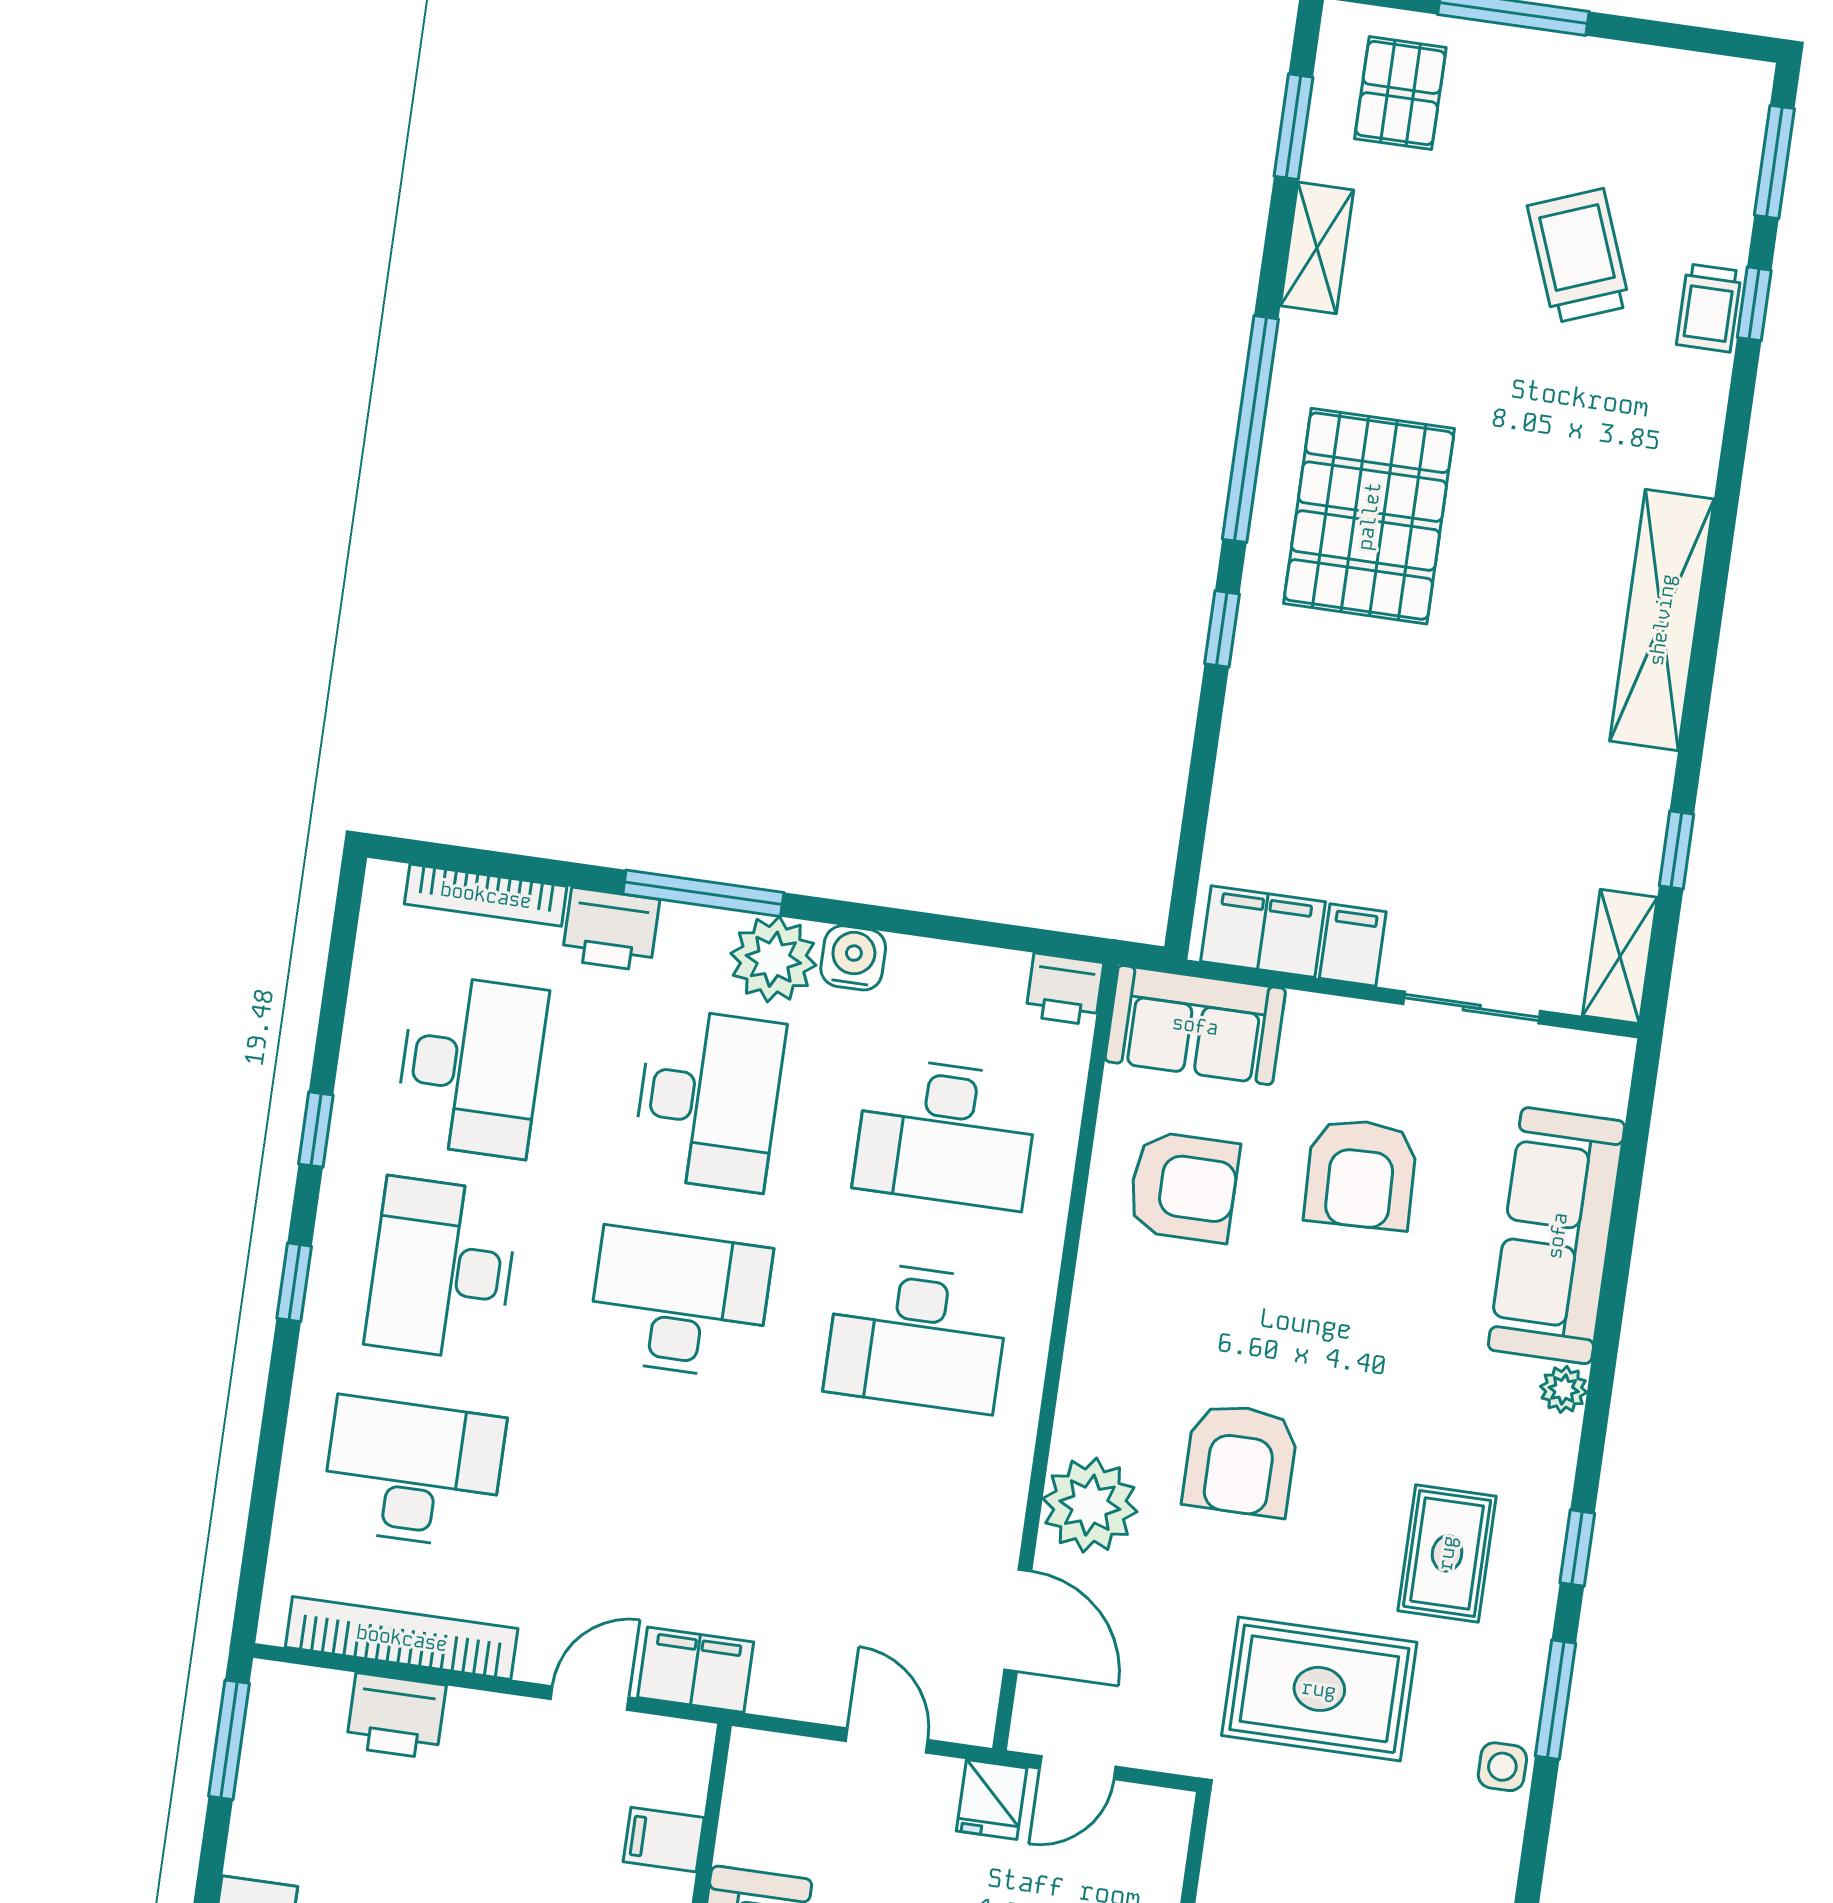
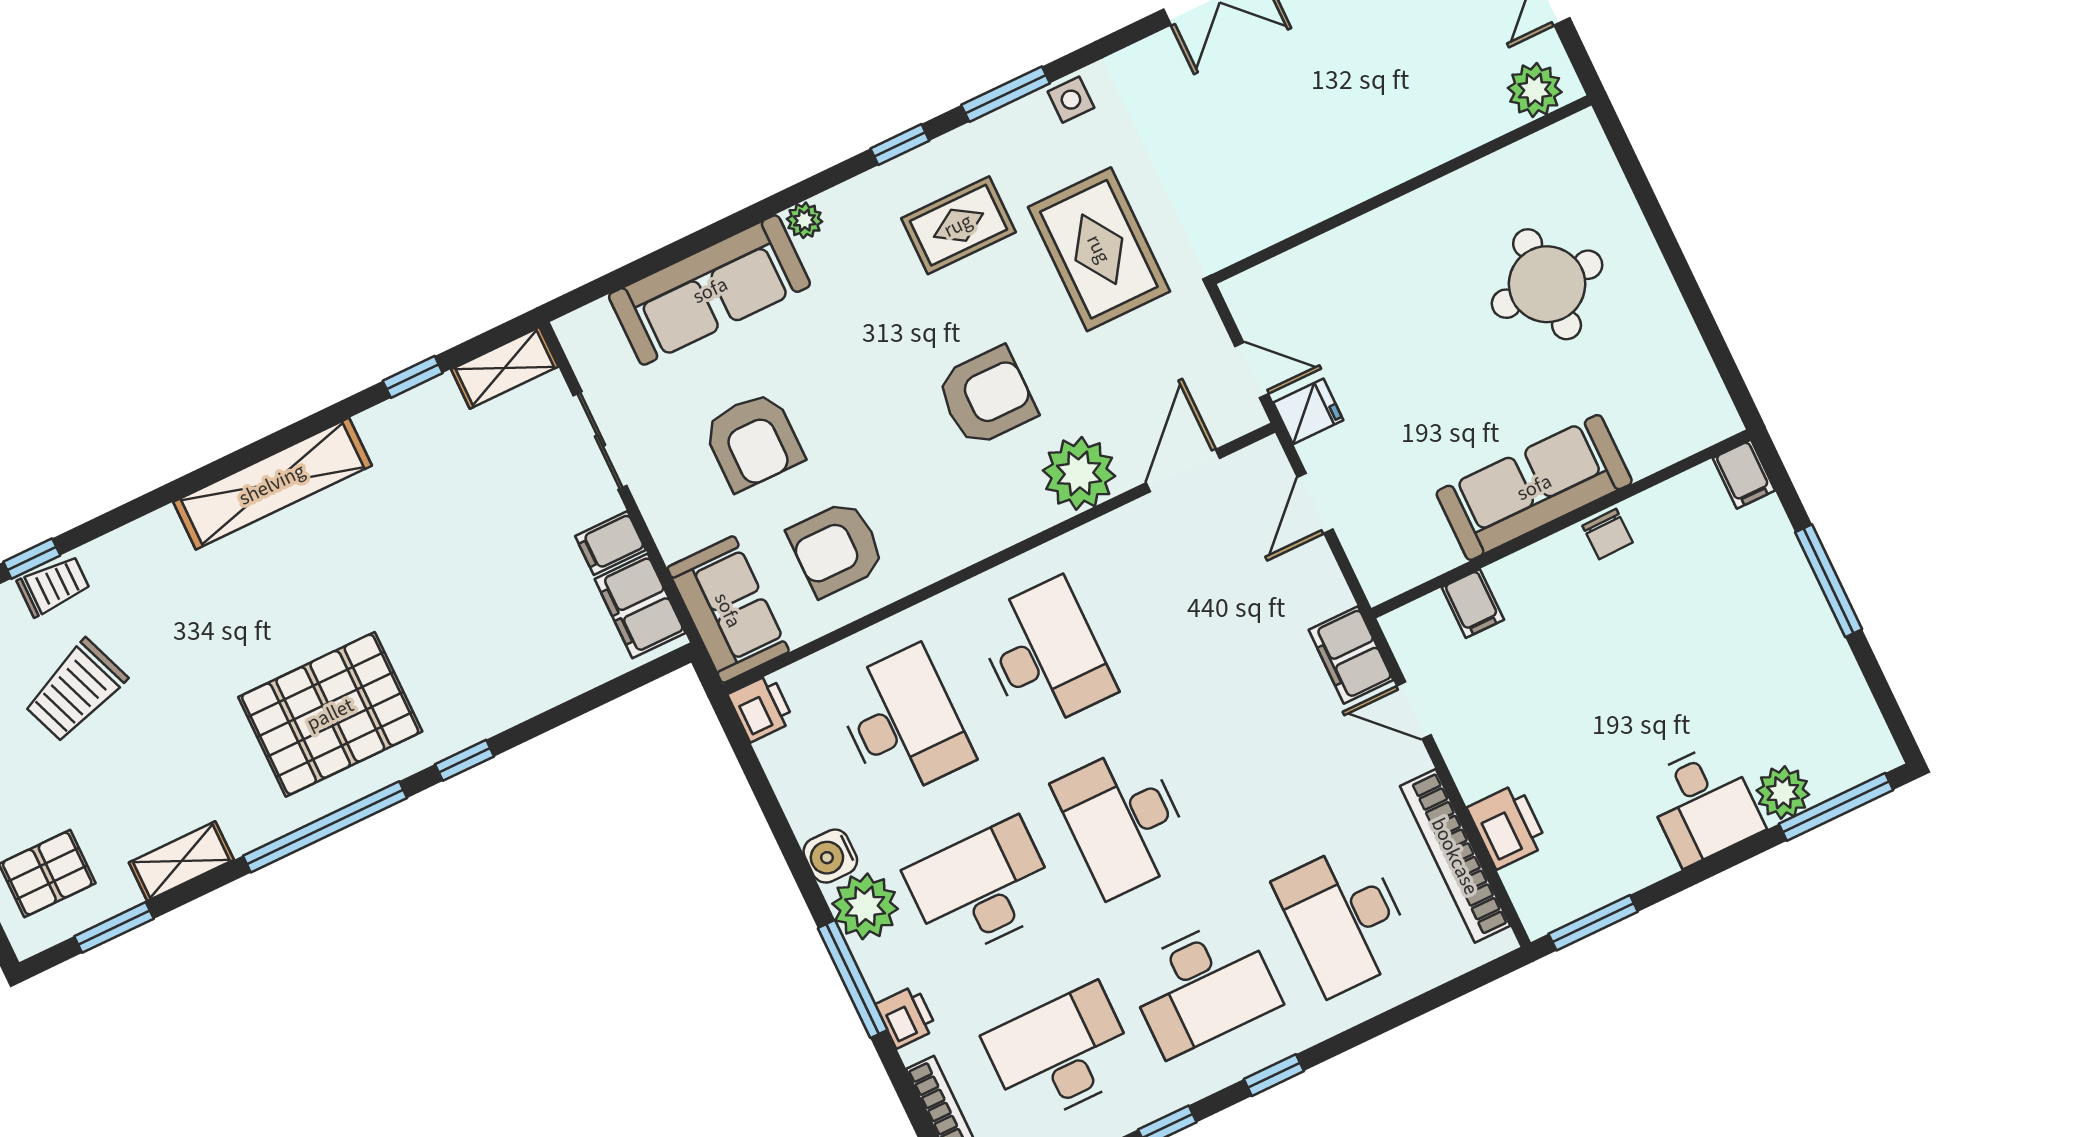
printer: (611, 930) -> (906, 1017), width x0.73, depth x0.81
armchair: (1361, 1174) -> (753, 441), turned 92
armchair: (1184, 1187) -> (836, 548), turned -90

